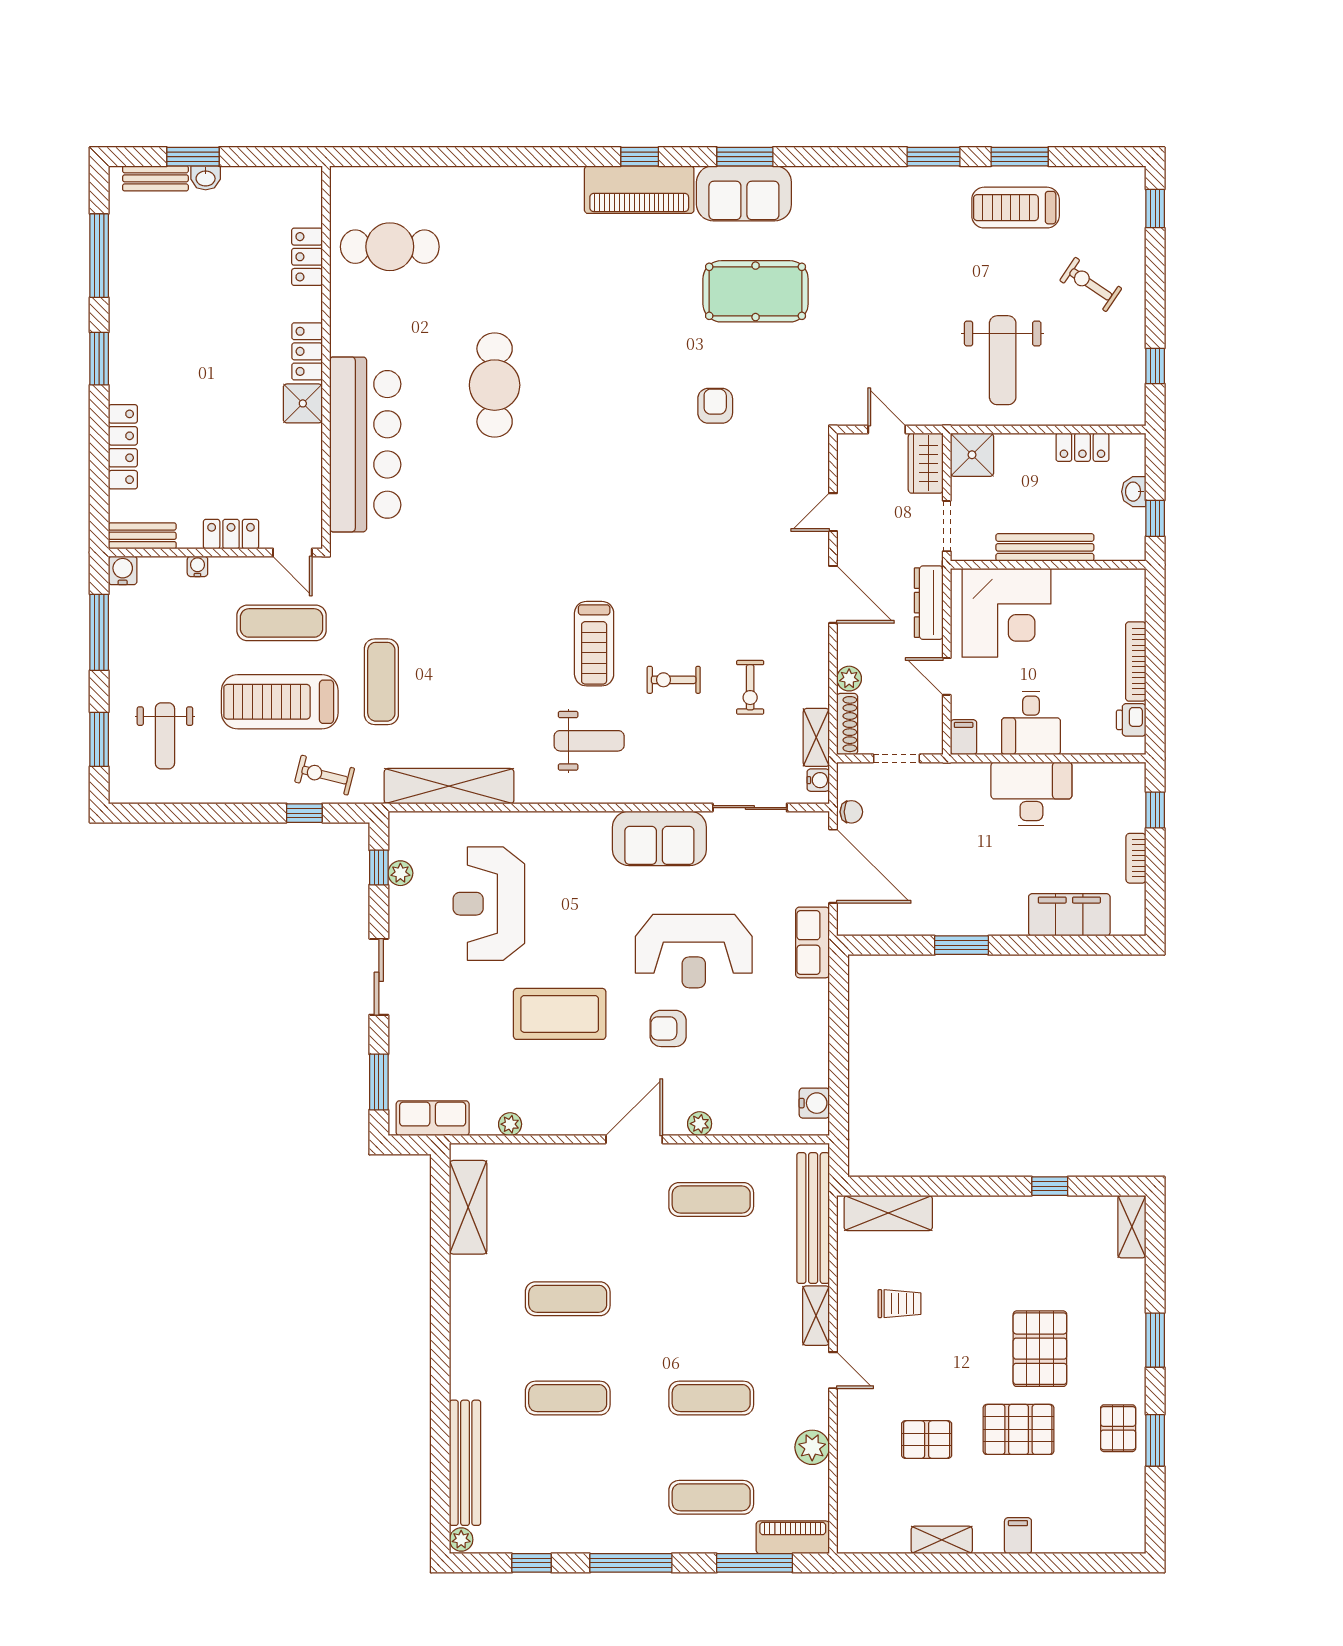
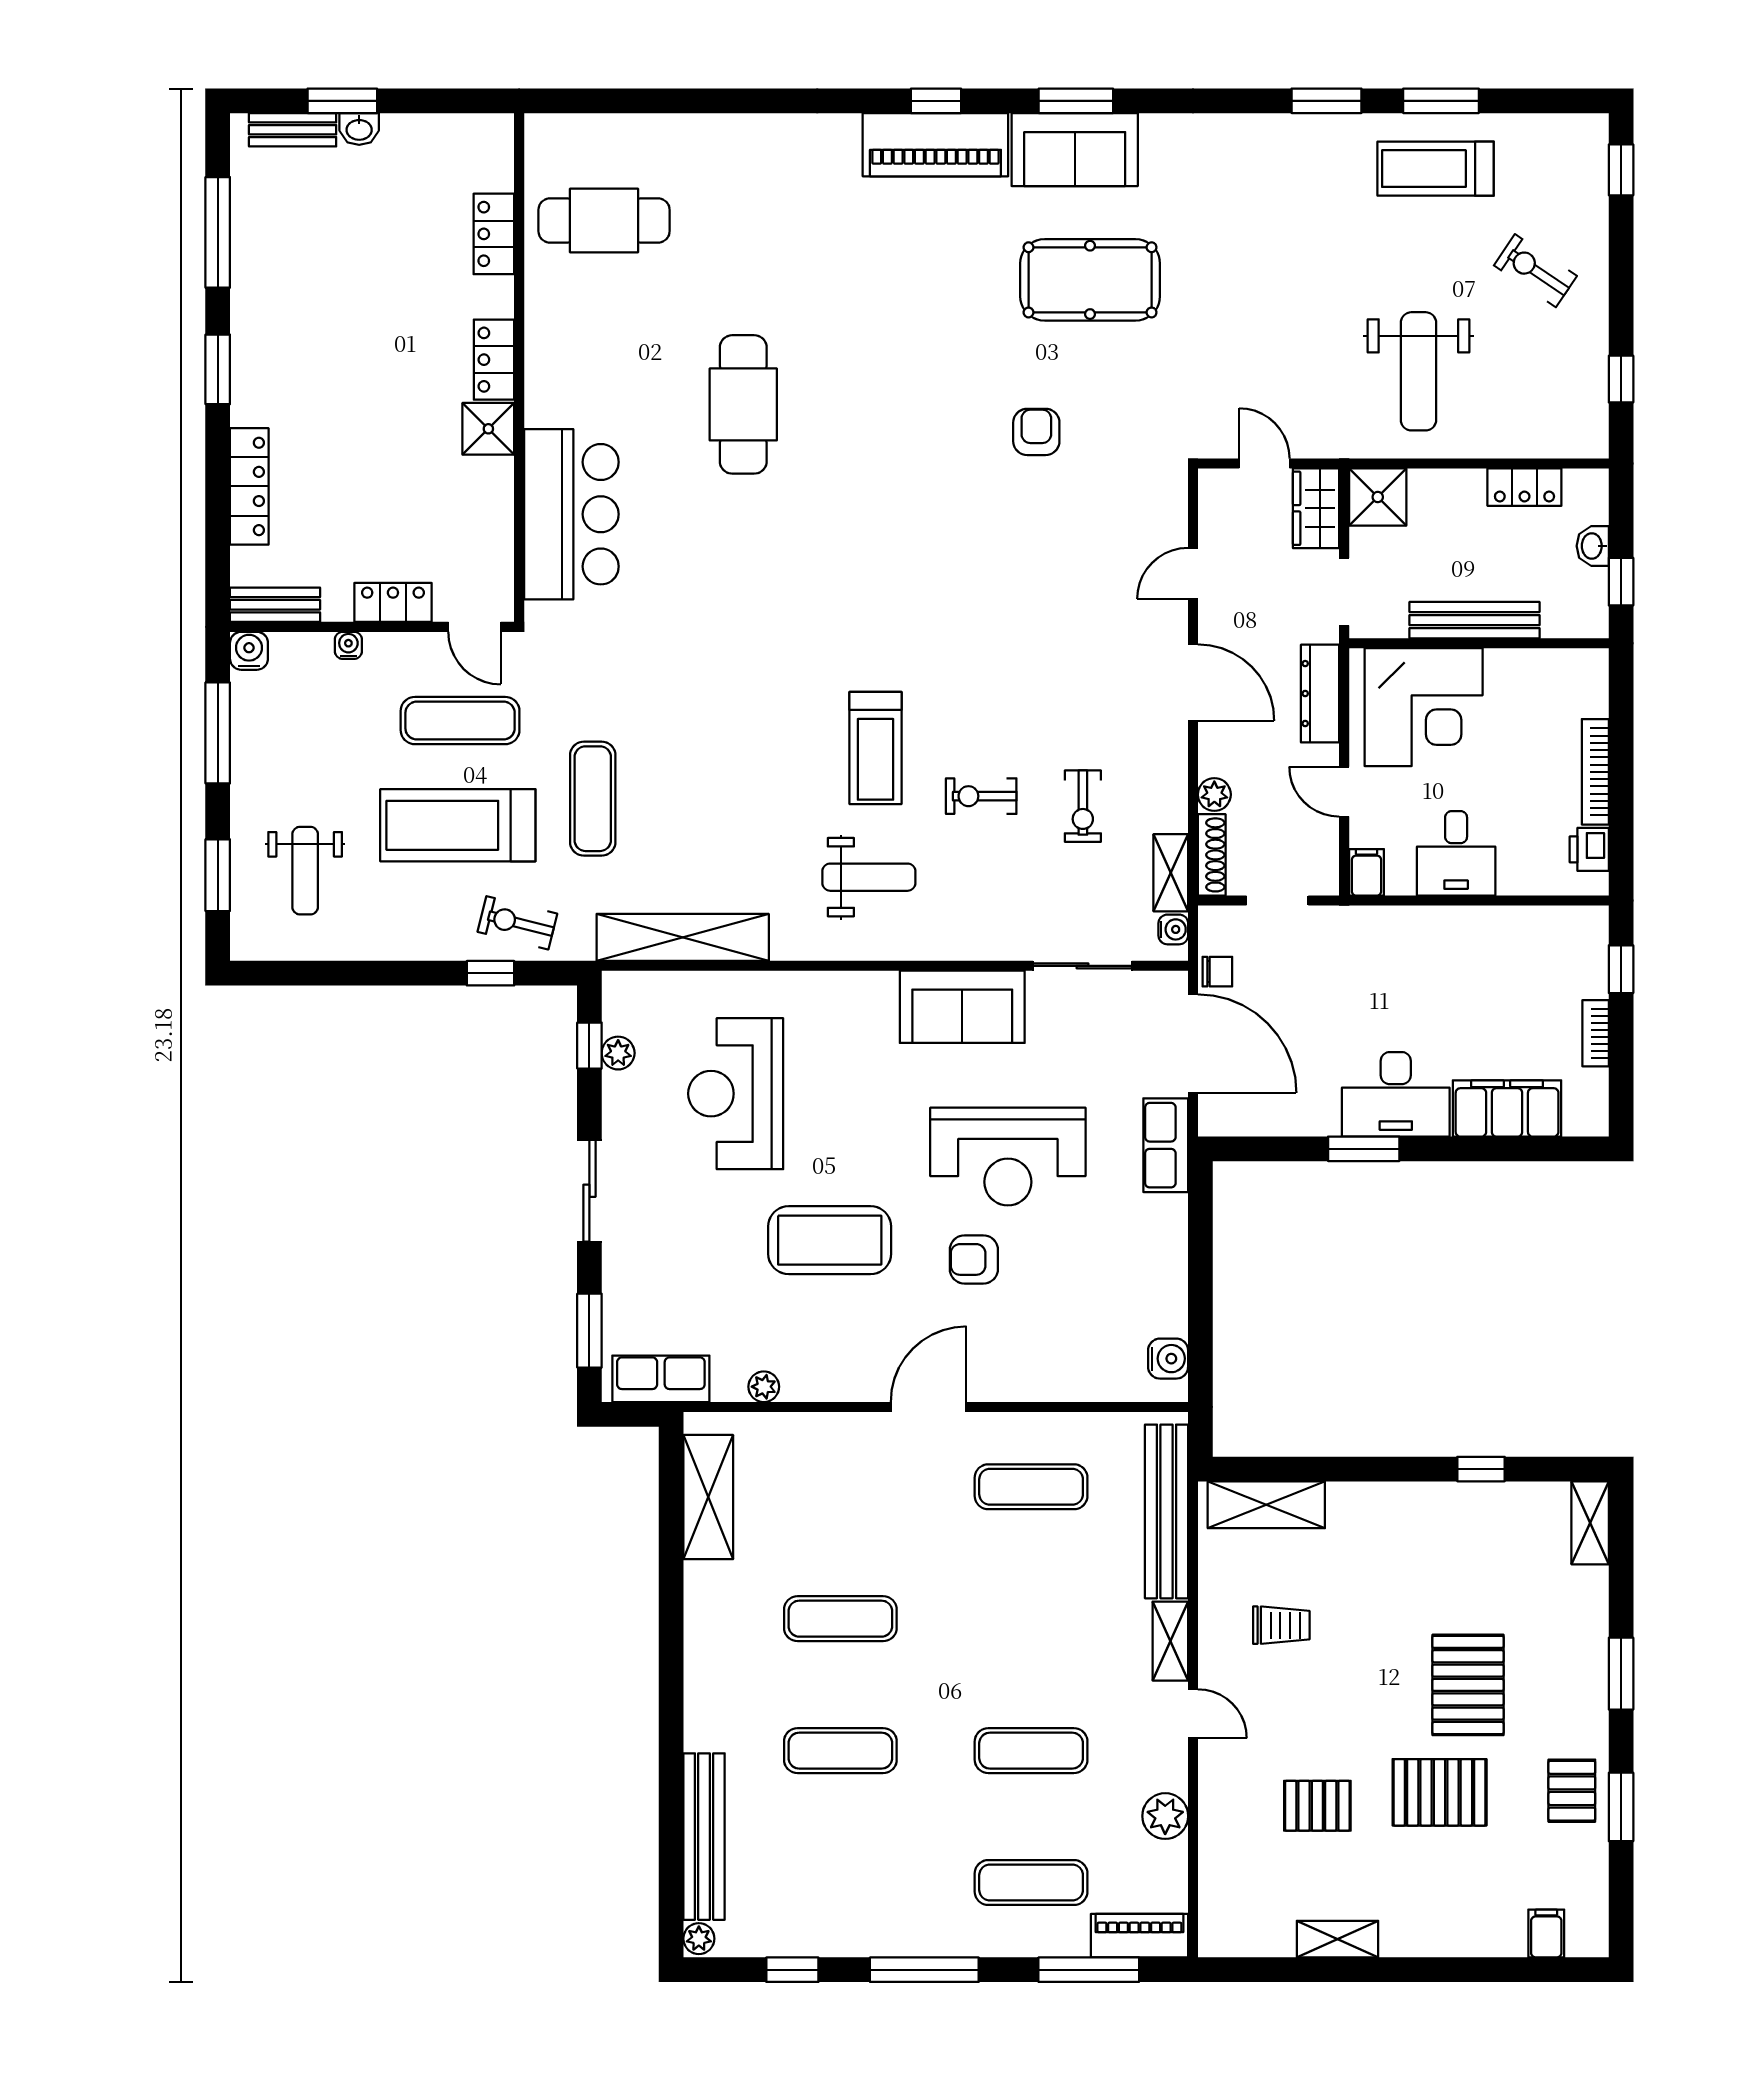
bar counter: (365, 444) -> (571, 514), width x0.73
desk: (1031, 794) -> (1396, 1094), moved, turned 180
plant: (700, 1124) -> (1016, 1386), removed
filing cabinet: (1018, 1536) -> (1546, 1934), moved

